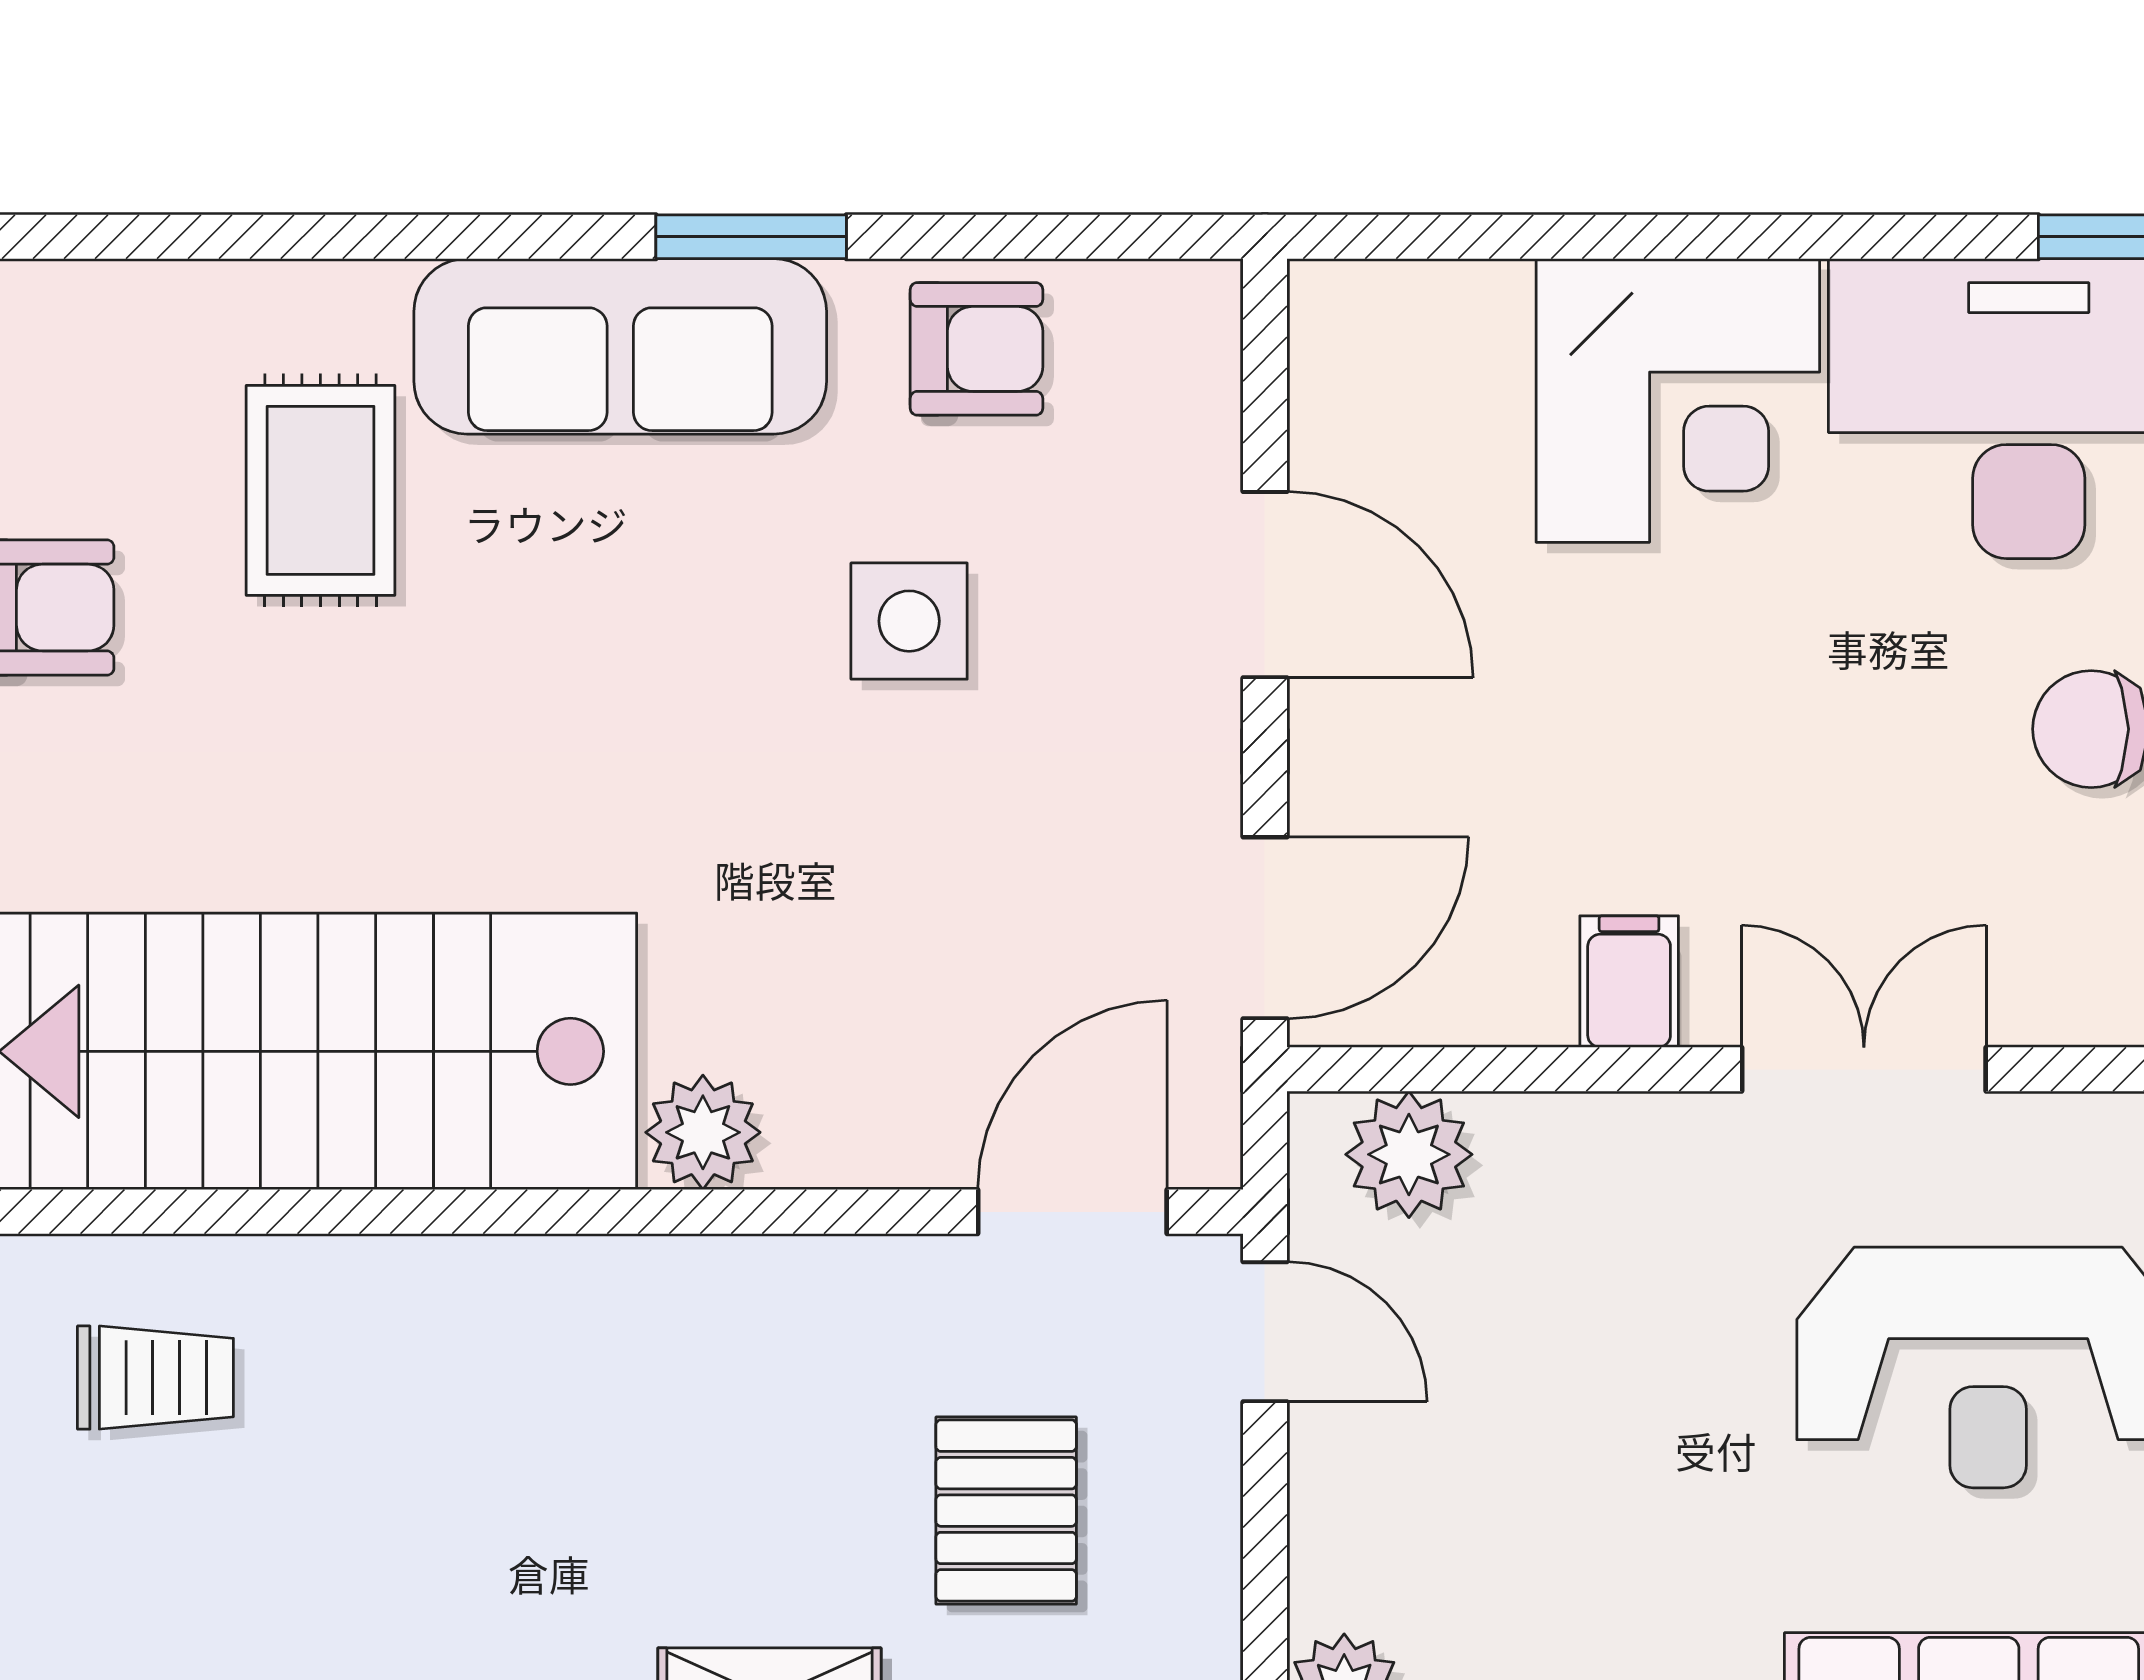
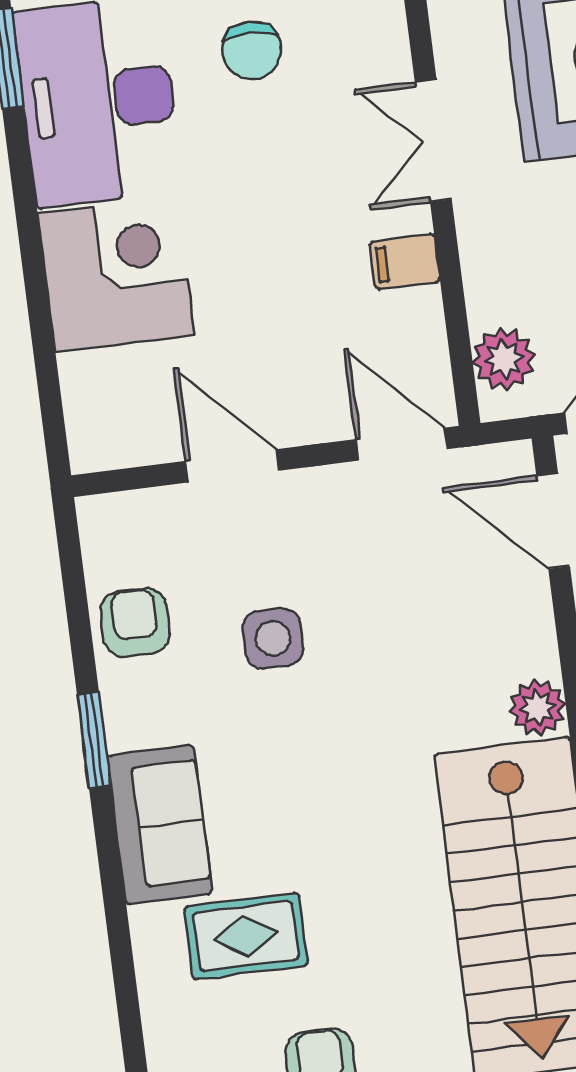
sofa: (620, 346) -> (160, 825), width x0.73
door: (1265, 585) -> (233, 466), hinge flipped

